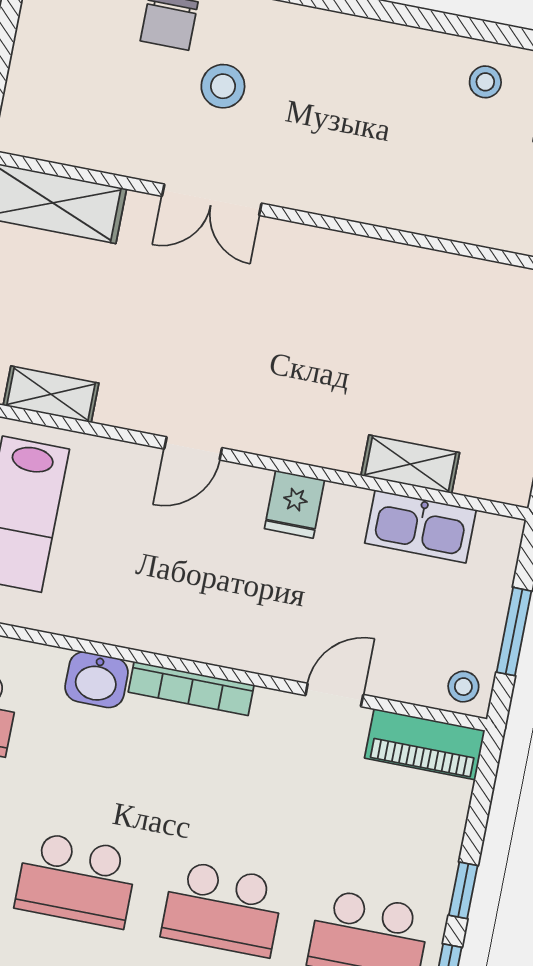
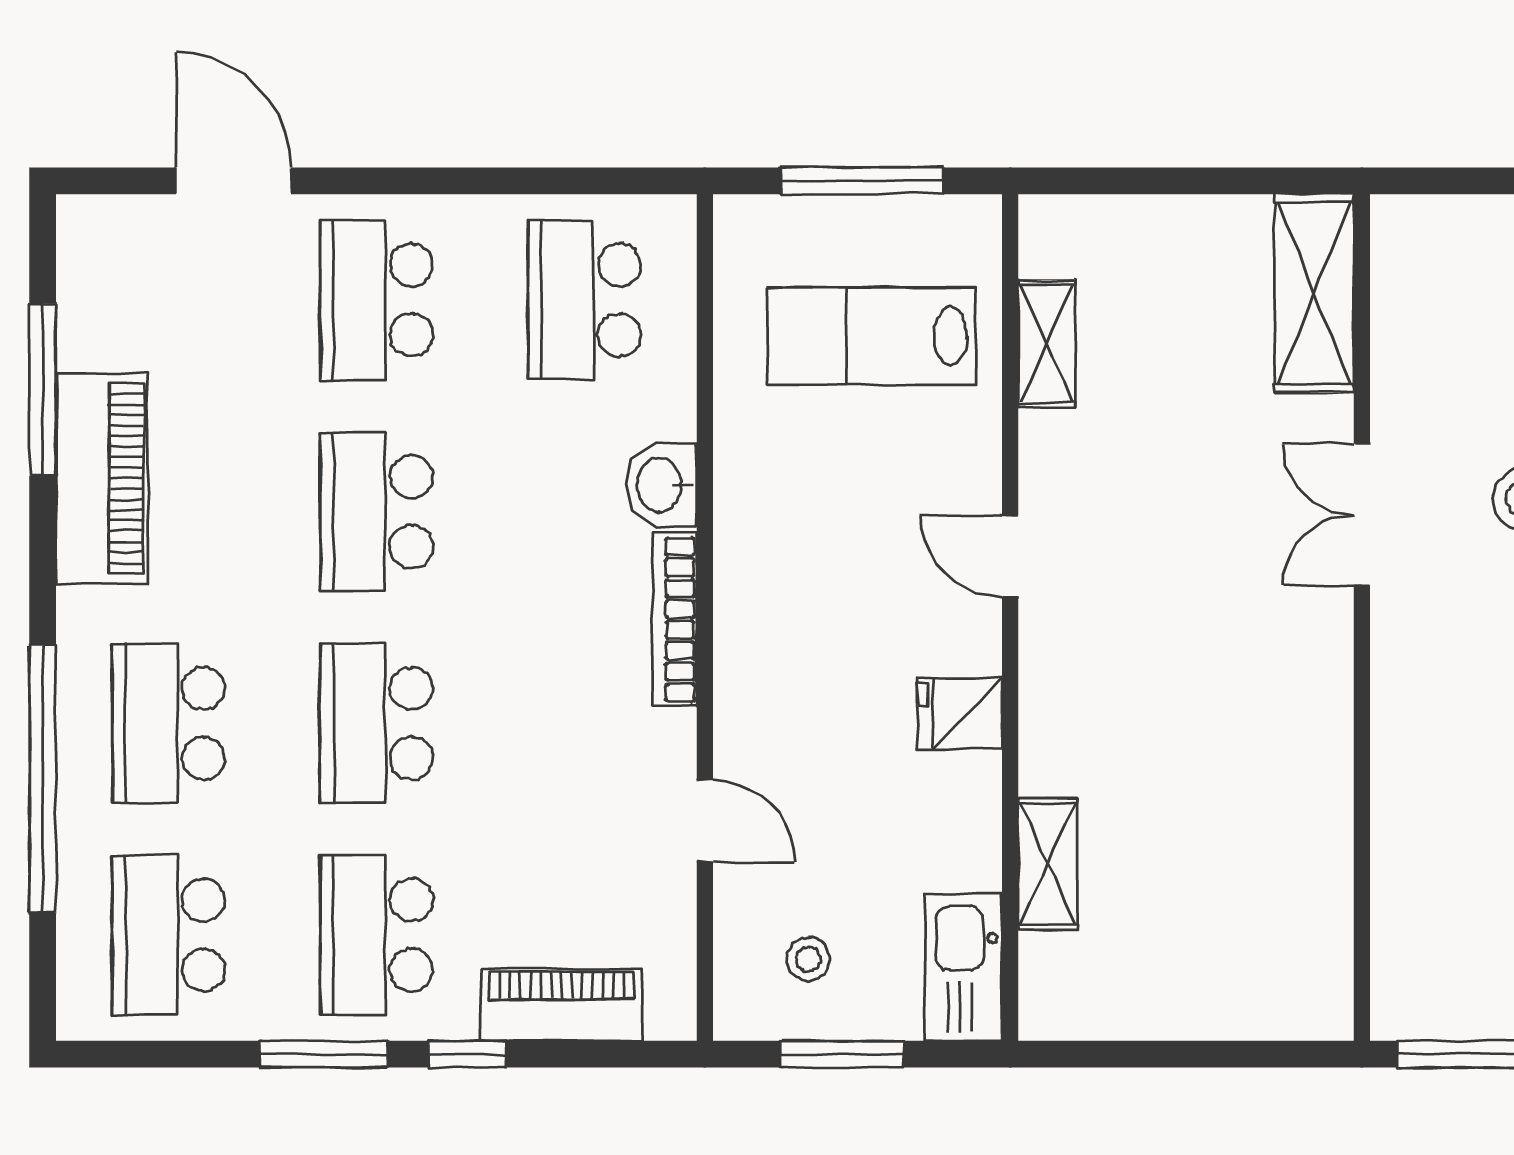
kitchen sink: (420, 526) -> (964, 968), moved
stool: (463, 687) -> (808, 959), moved
piano: (425, 744) -> (562, 1005), moved, turned 90

